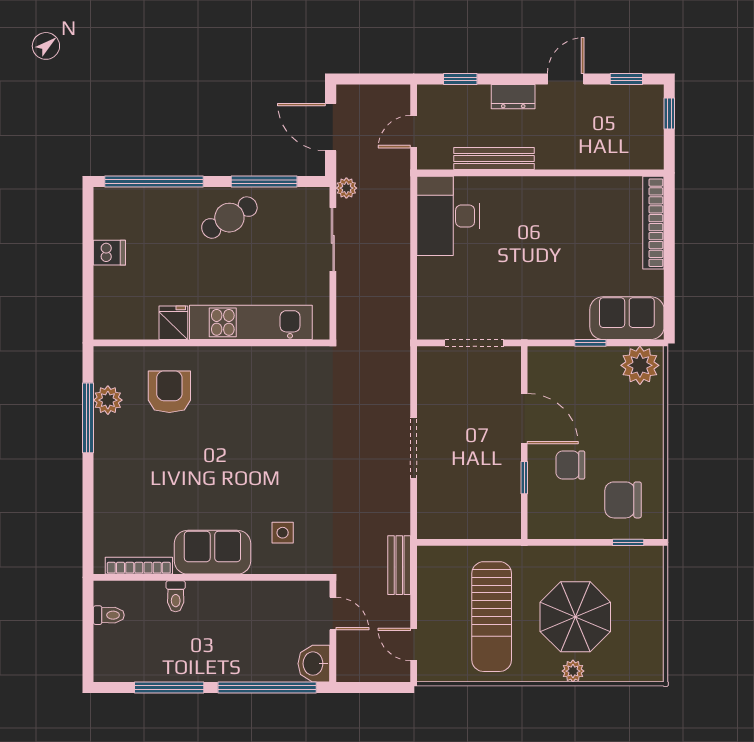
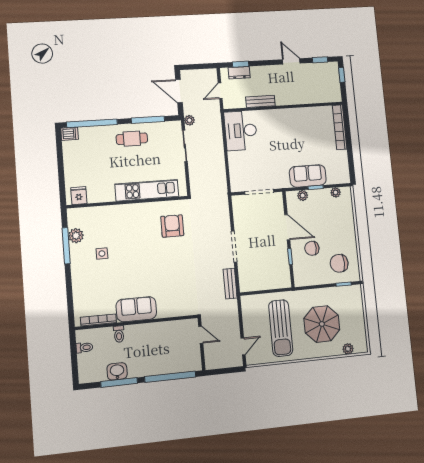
door: (566, 79) -> (291, 61), hinge flipped
dresser: (513, 97) -> (239, 73), moved
bench: (494, 158) -> (260, 101), width x0.73
cafe table: (229, 218) -> (132, 139), turned 31
dishwasher: (109, 253) -> (70, 134), moved
sofa: (627, 318) -> (308, 176), moved
fridge: (173, 323) -> (79, 196), moved
plant: (562, 357) -> (303, 195), added
plant: (640, 365) -> (336, 192), width x0.53, depth x0.53
armchair: (169, 392) -> (172, 226), moved
side table: (283, 533) -> (102, 254), moved
bench: (399, 565) -> (230, 284), moved
door: (414, 644) -> (243, 346), swing flipped
washbasin: (314, 664) -> (117, 371), moved, turned 90
plant: (573, 671) -> (348, 349), moved

